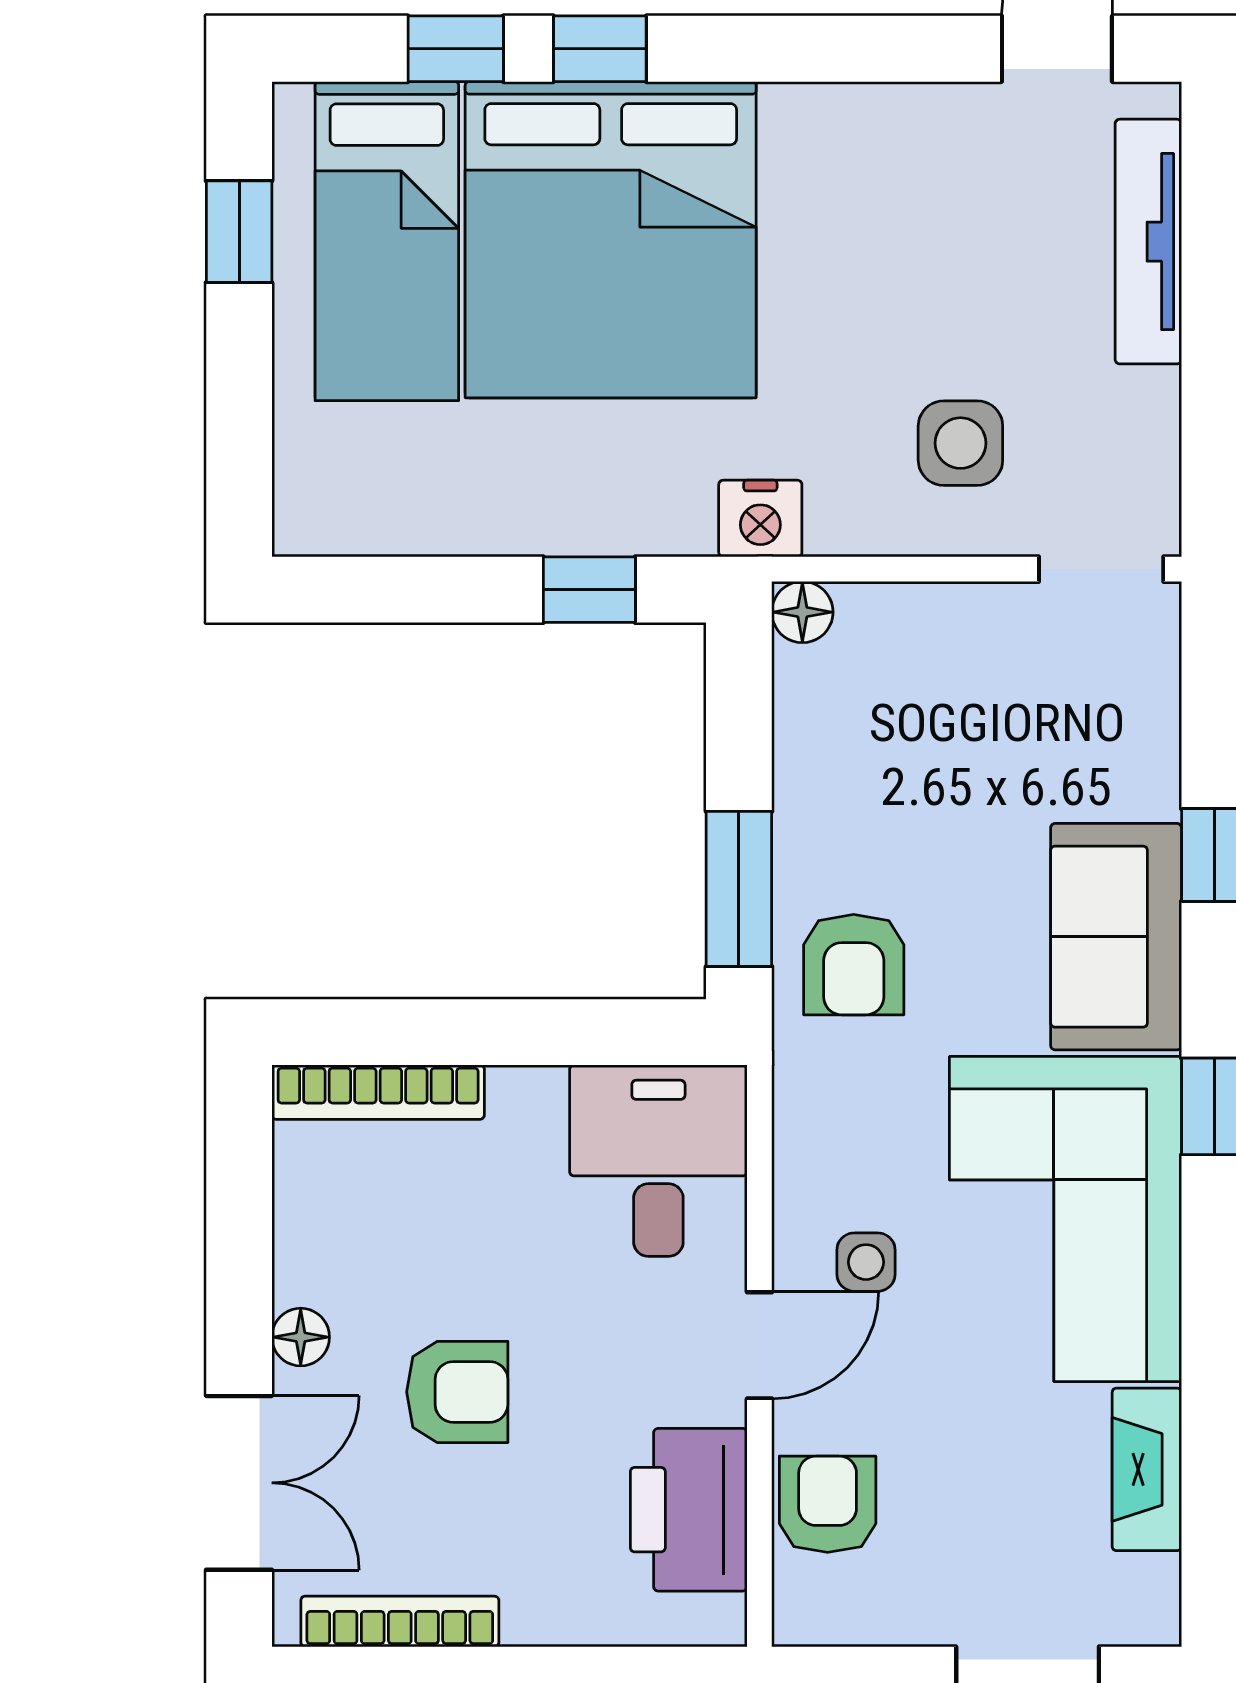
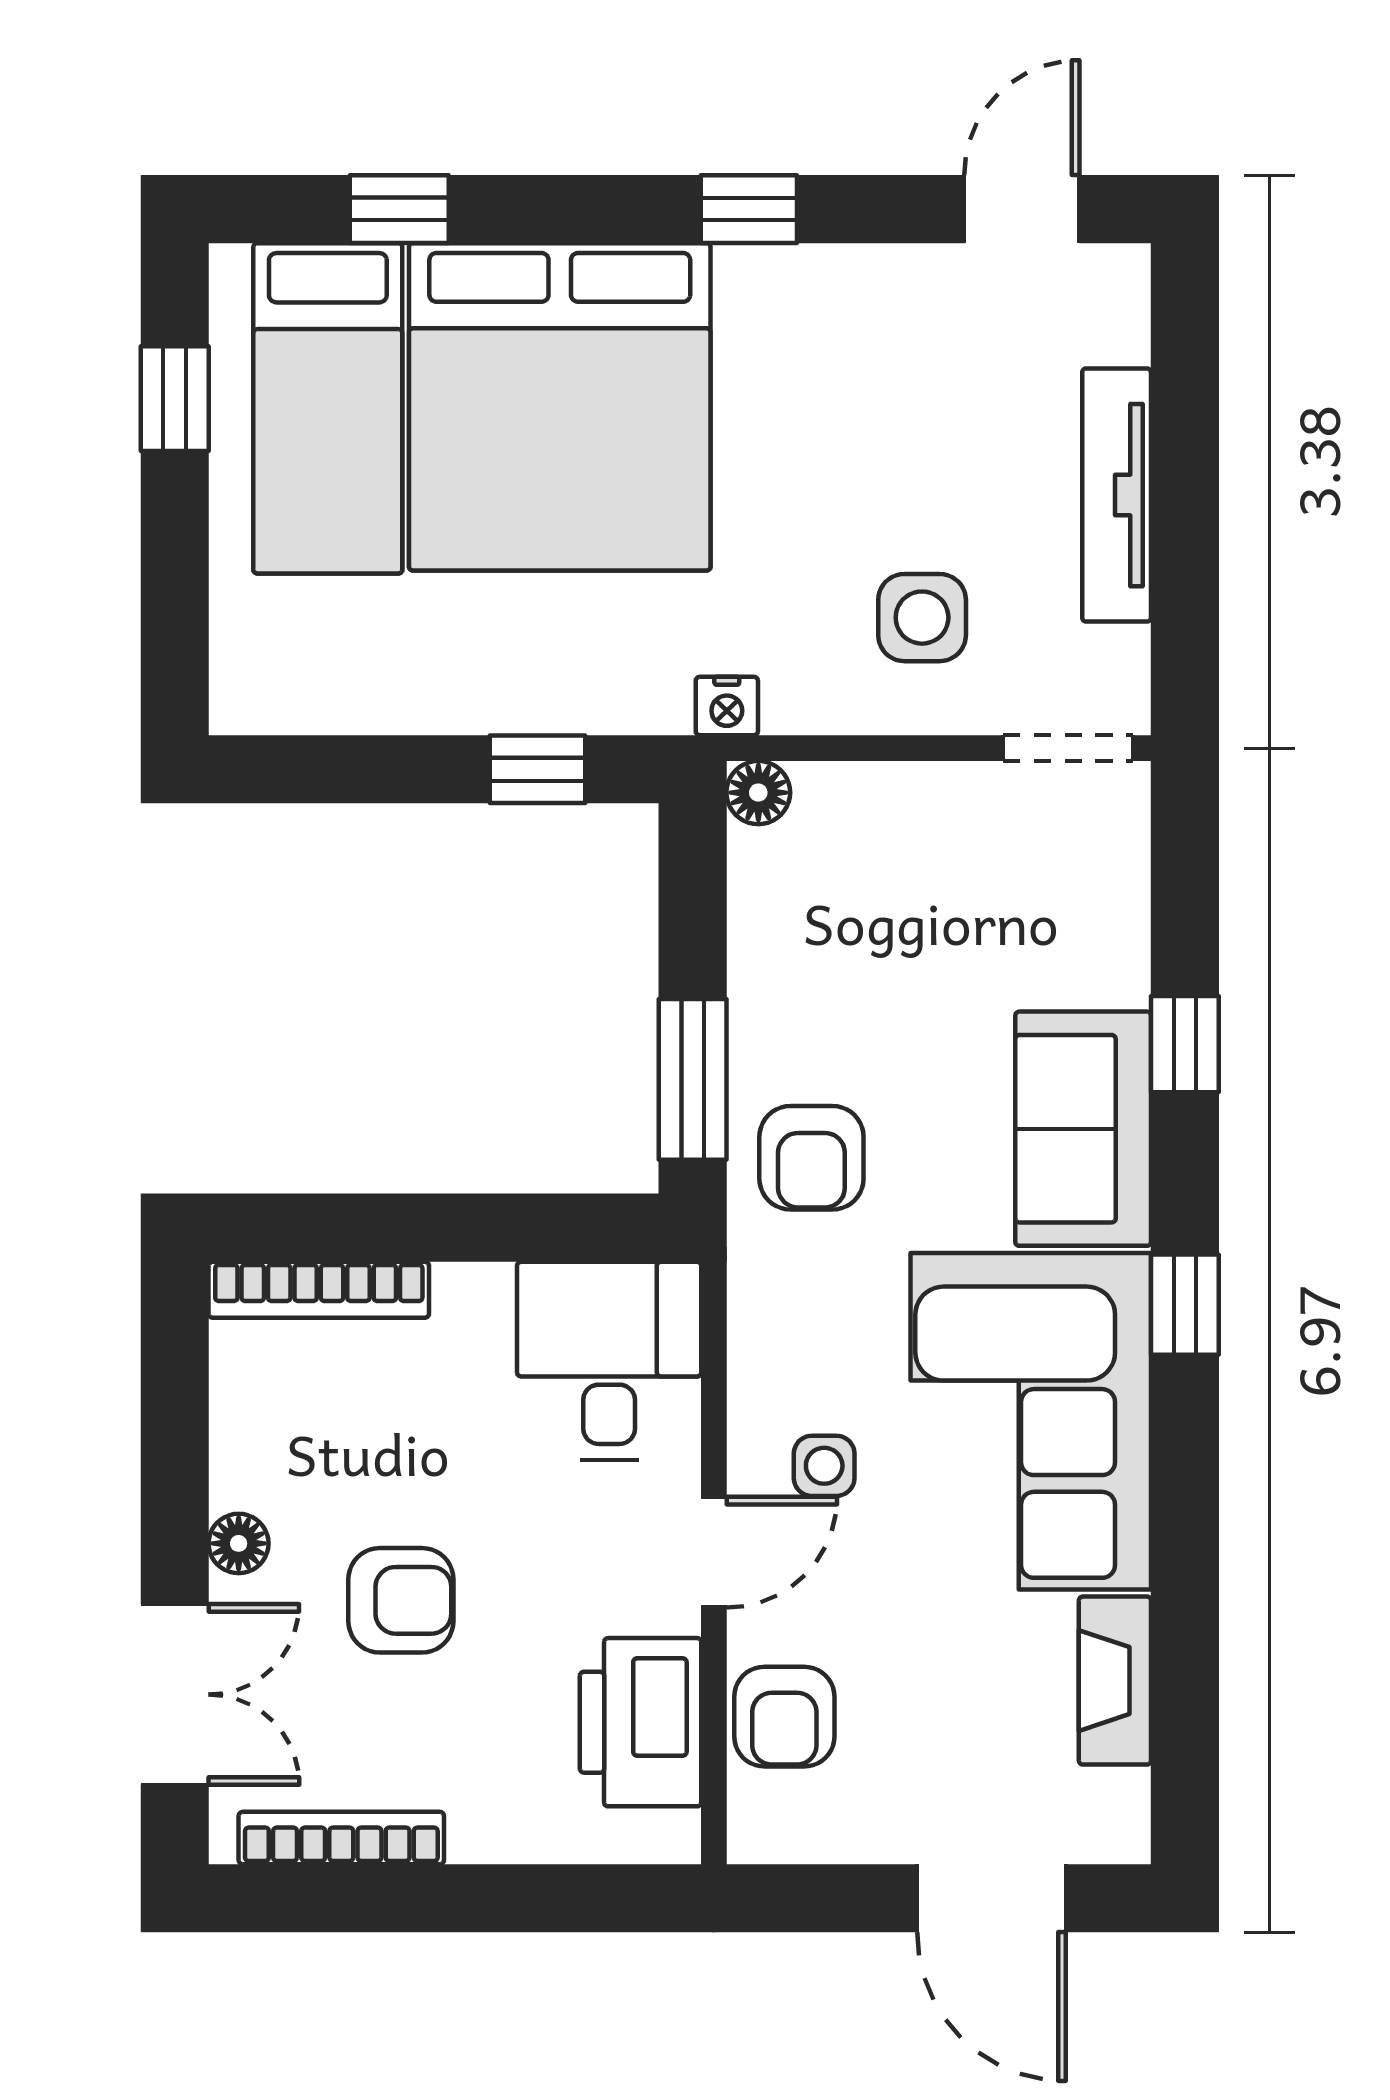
window: (600, 49) -> (749, 209), moved
tv unit: (1148, 242) -> (1117, 495), moved
nightstand: (760, 519) -> (727, 706), width x0.72, depth x0.74
armchair: (828, 1504) -> (784, 1717), turned 180

